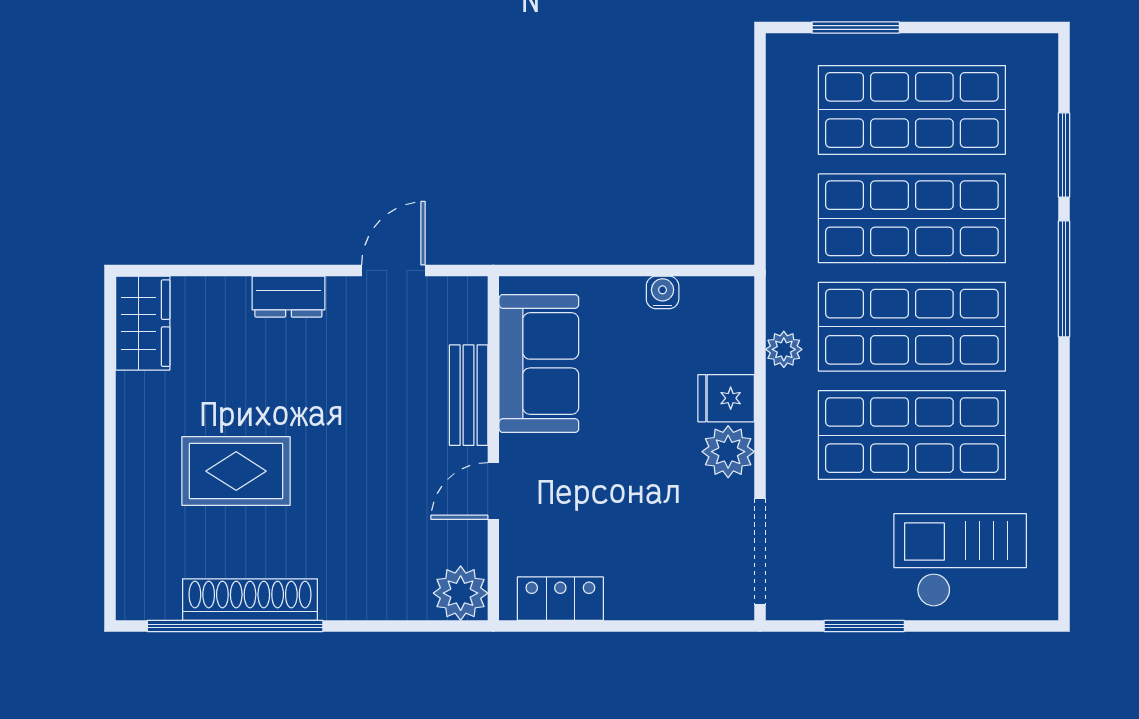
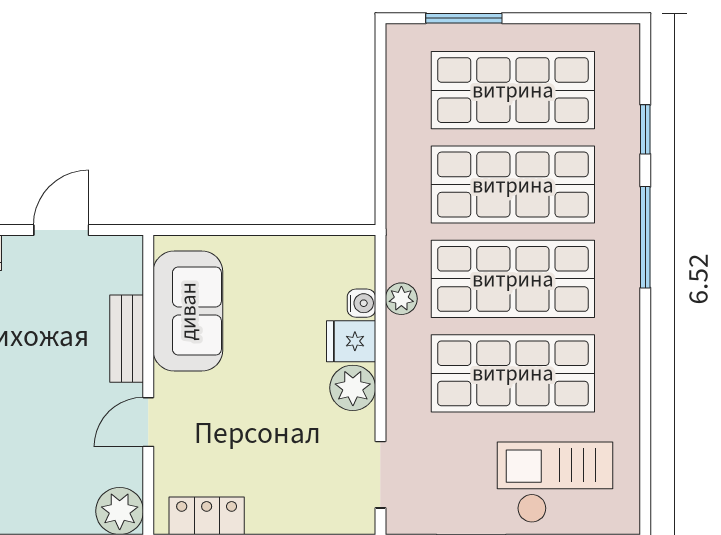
window: (1064, 155) -> (645, 129), width x0.67
water cooler: (663, 292) -> (361, 303), moved, turned 90
doorway: (760, 551) -> (380, 475), width x0.73

